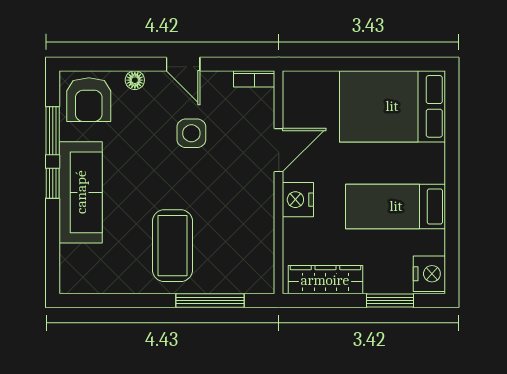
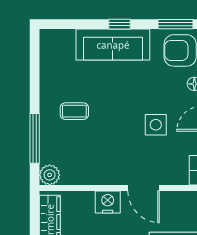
window: (53, 131) -> (175, 24), moved
coffee table: (172, 246) -> (74, 111), width x0.54, depth x0.58
plant: (260, 280) -> (50, 175), added

